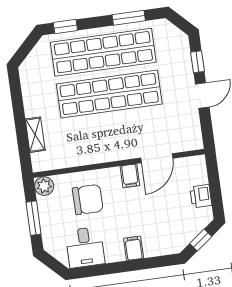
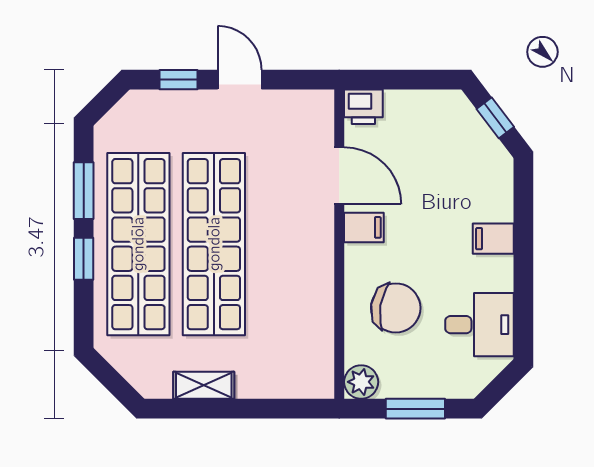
window: (65, 27) -> (84, 259), moved
shelving: (35, 135) -> (204, 385), moved
printer: (201, 196) -> (363, 107), moved
chair: (88, 200) -> (396, 308), turned 99

